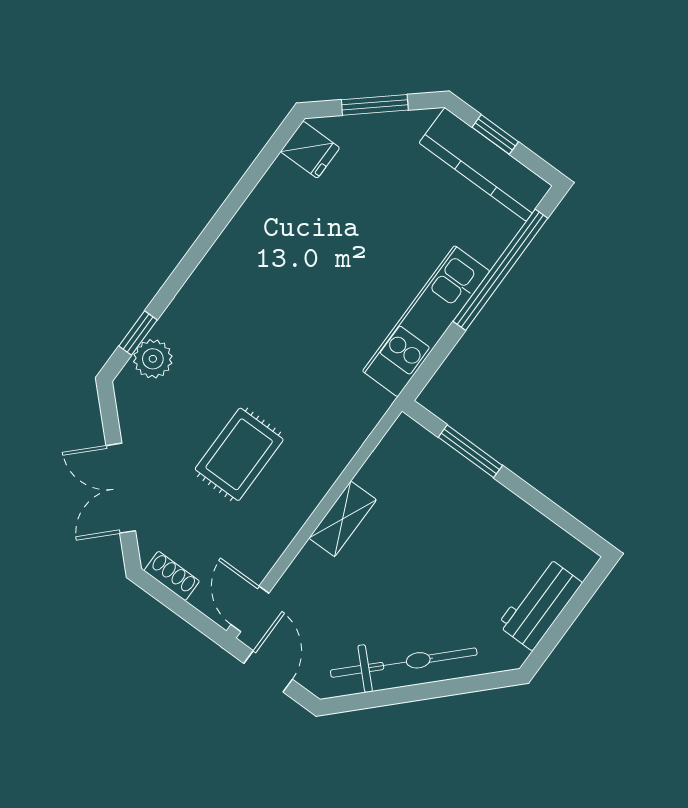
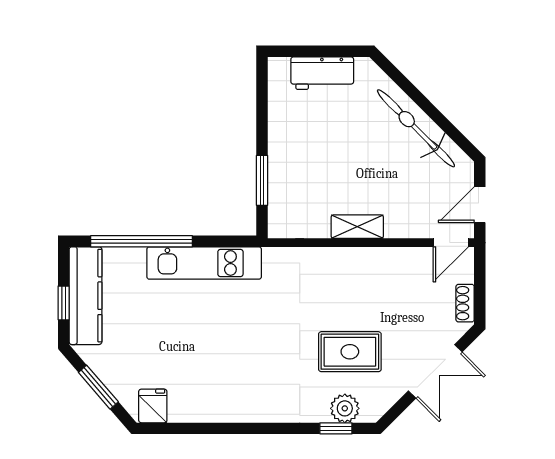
rug: (239, 454) -> (350, 352), moved

